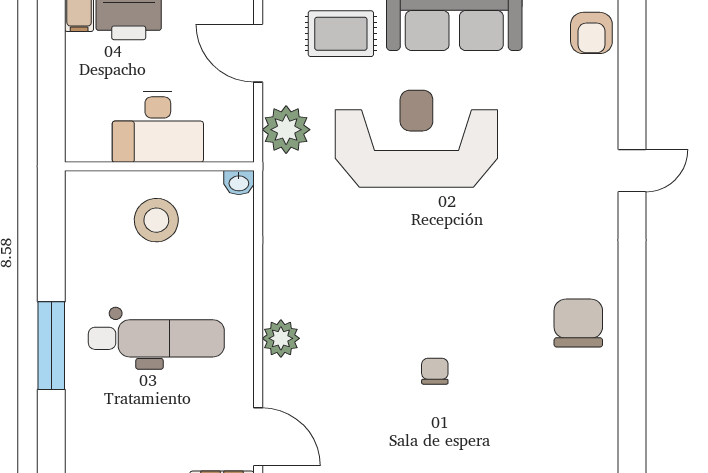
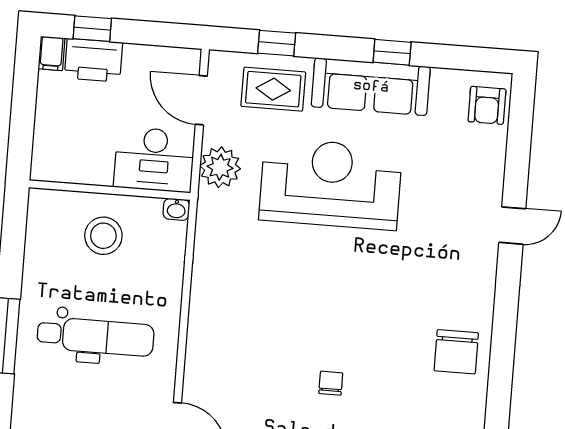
desk: (158, 127) -> (154, 160), moved
chair: (578, 323) -> (456, 352), turned 180
plant: (281, 338) -> (202, 345), removed

